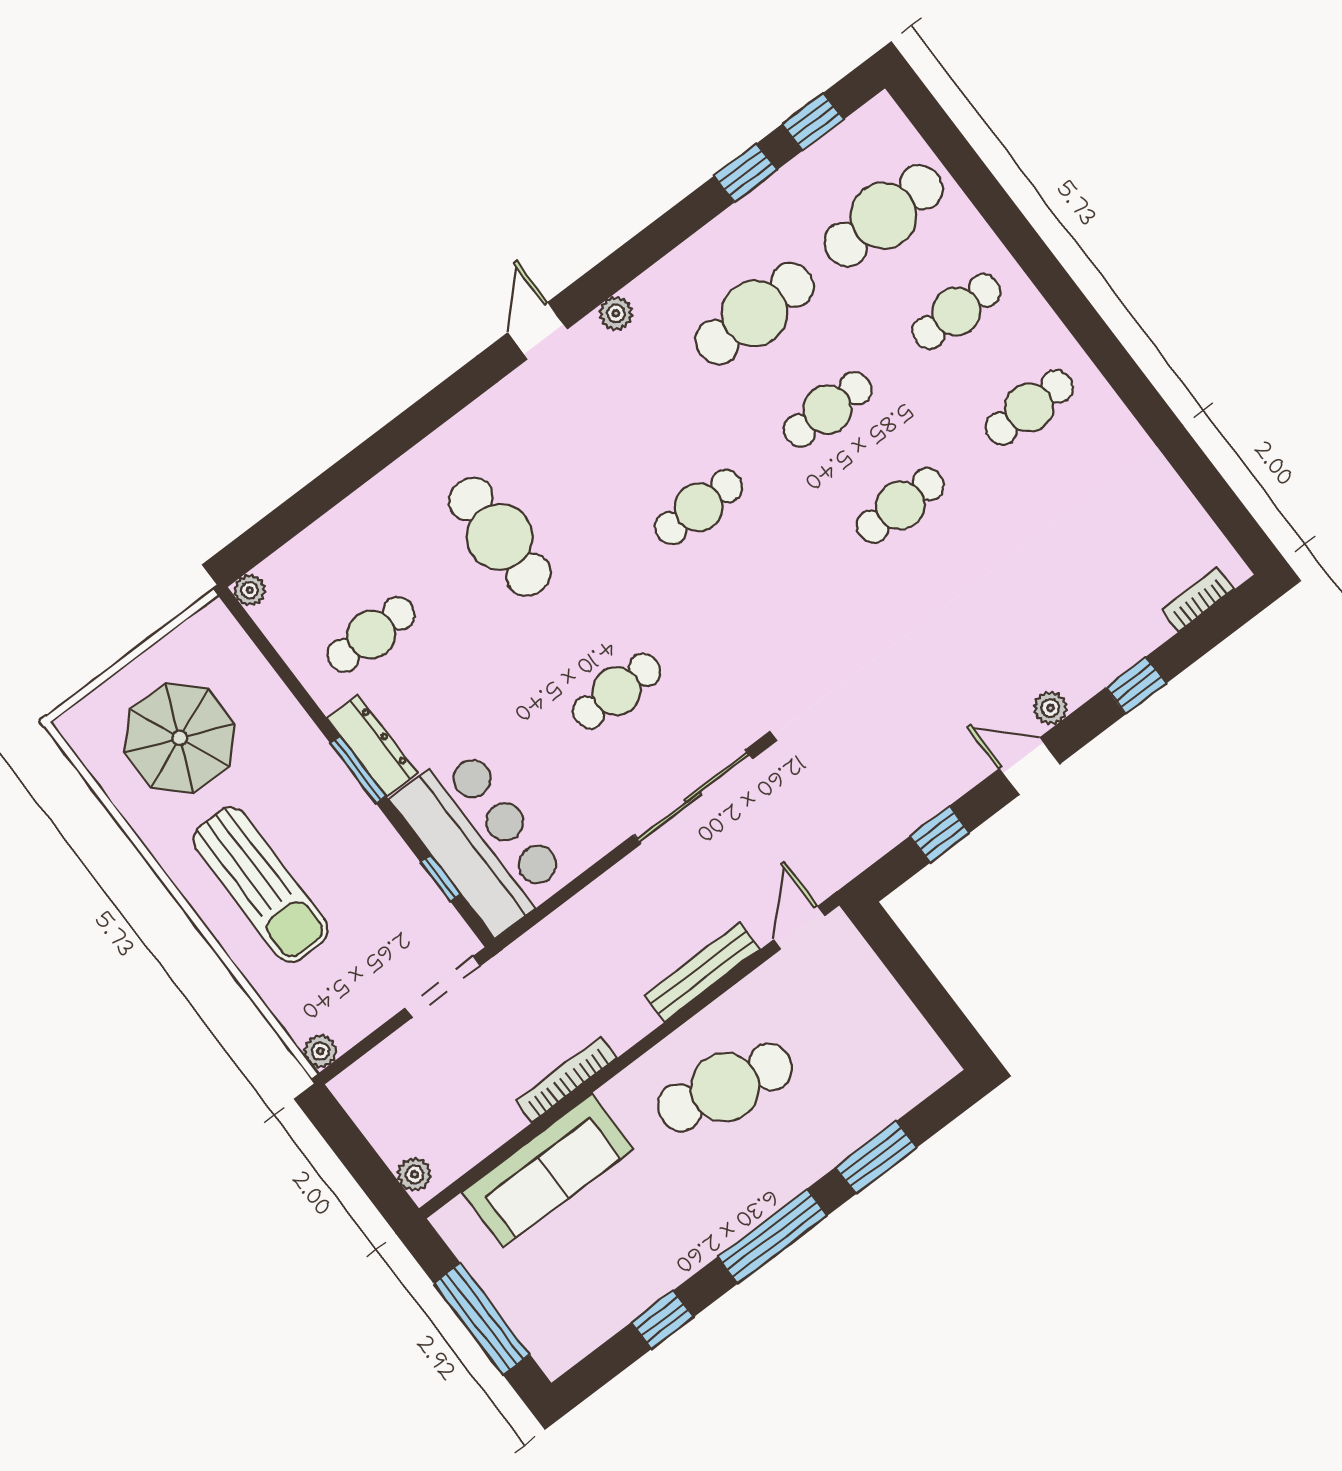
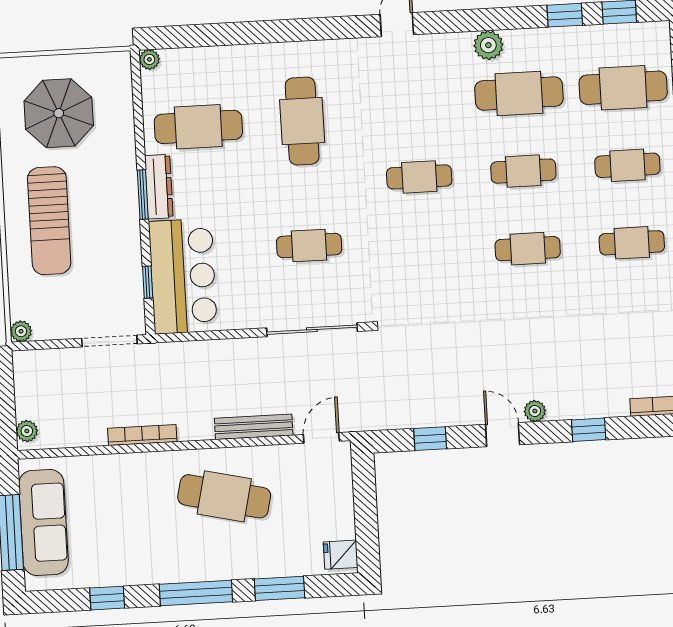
plant: (616, 313) -> (488, 45), moved, width x1.38, depth x1.38
cafe table: (371, 634) -> (198, 127), width x1.37, depth x1.35
fridge: (925, 1061) -> (341, 555), added
sofa: (547, 1170) -> (43, 522), moved, turned -90

